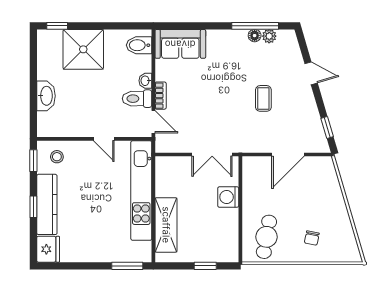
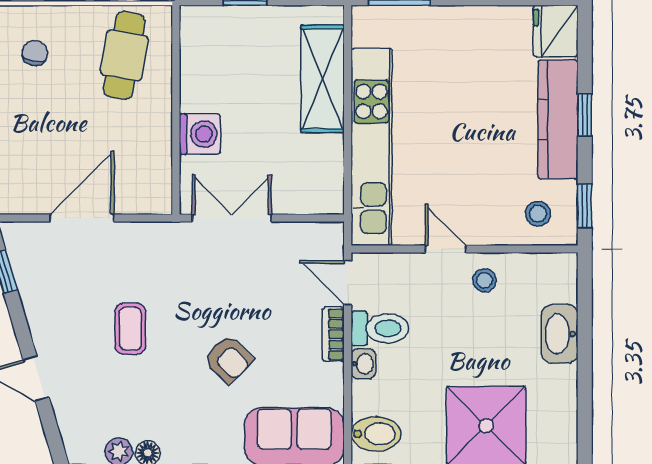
armchair: (214, 83) -> (229, 359), added
stool: (84, 123) -> (484, 280), added

